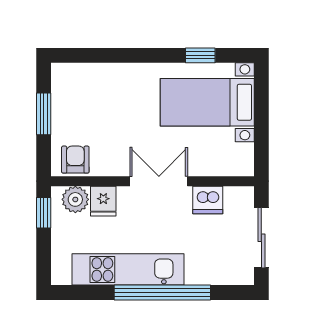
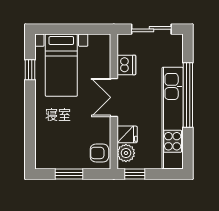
kitchen unit: (128, 269) -> (173, 118), width x1.36

